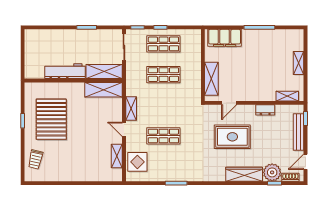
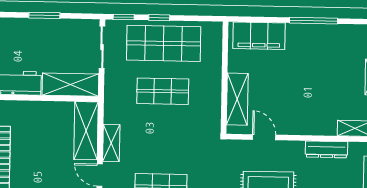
shop shelf: (163, 44) -> (164, 43), width x1.43, depth x1.36
shelving: (104, 90) -> (86, 131), moved, turned 90
door: (229, 103) -> (264, 137), swing flipped
dresser: (265, 110) -> (327, 149), width x1.44

